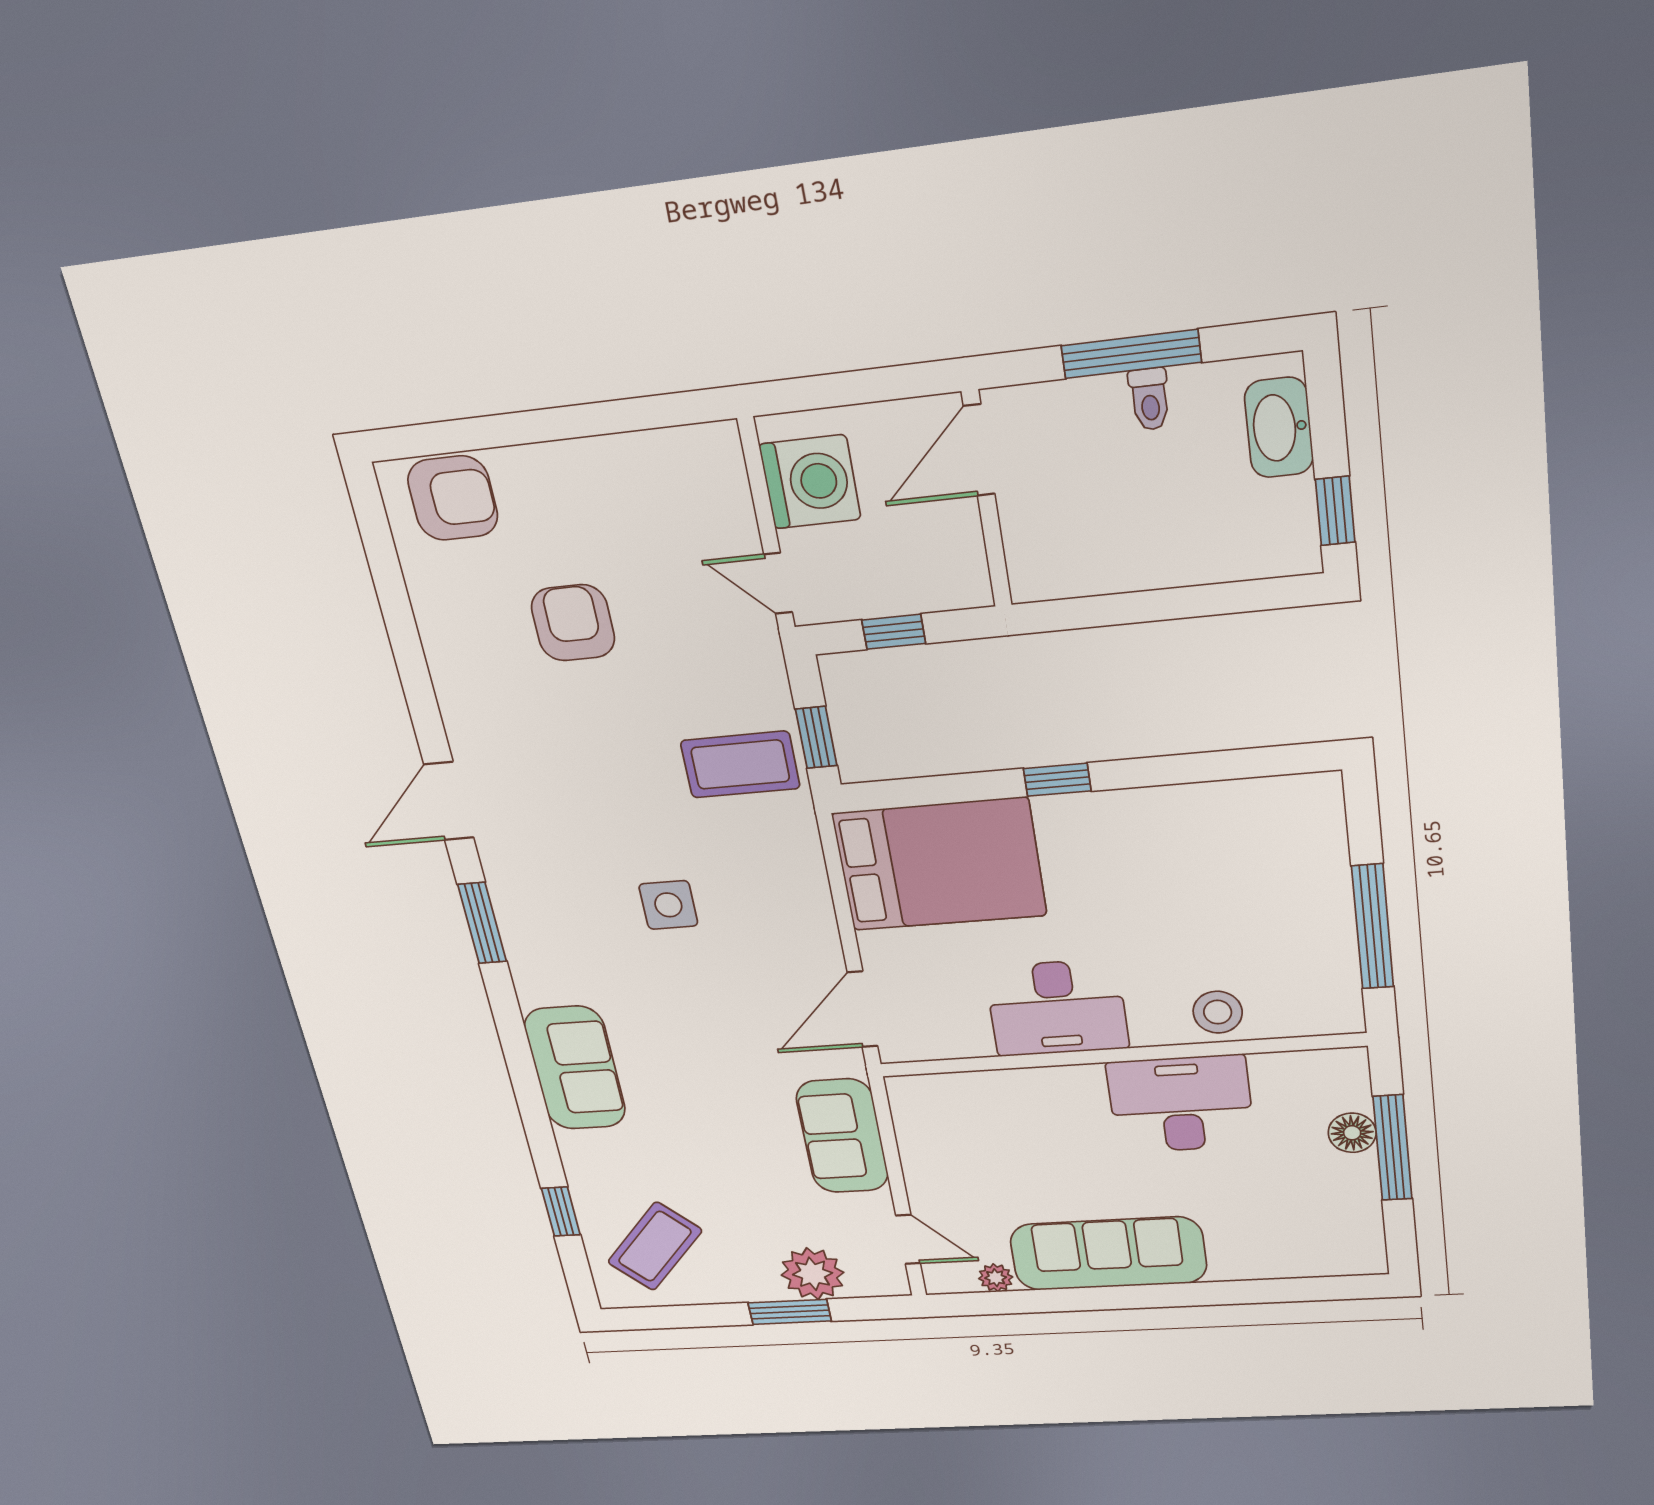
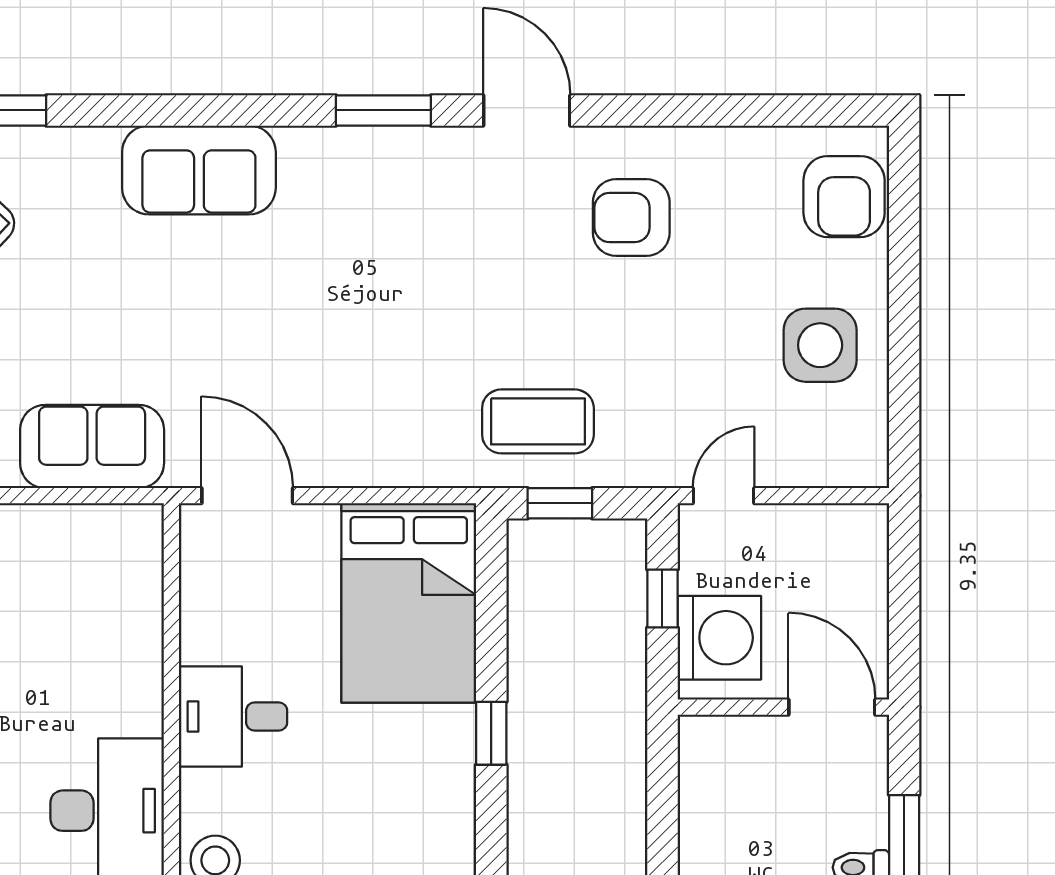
washing machine: (810, 482) -> (719, 638), moved, turned -90
armchair: (573, 623) -> (631, 217), moved, turned 180
coffee table: (740, 765) -> (538, 421), turned 90
side table: (668, 905) -> (820, 345), moved, width x1.37, depth x1.37
desk: (1057, 1008) -> (233, 717), width x0.73

